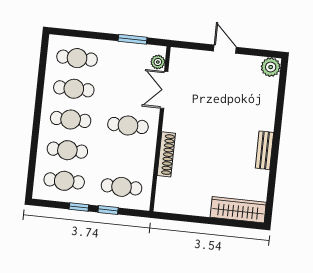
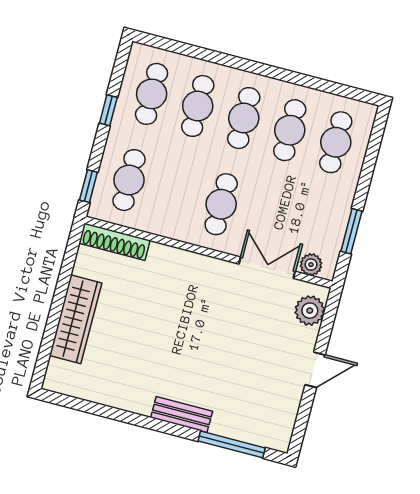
plant: (271, 67) -> (310, 311), moved
window: (281, 95) -> (232, 444), added
bench: (264, 150) -> (182, 414), moved
shoe rack: (166, 154) -> (115, 242), moved
window: (108, 210) -> (88, 186), moved
wardrobe: (238, 210) -> (76, 319), moved

